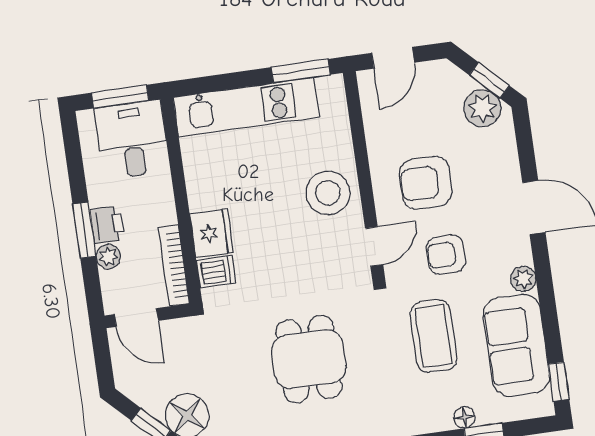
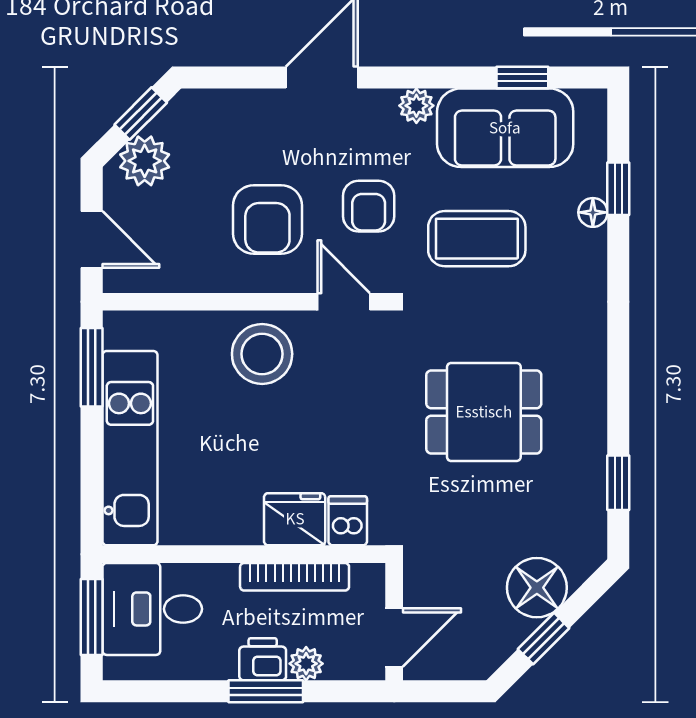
plant: (482, 108) -> (145, 161), moved
bookcase: (174, 266) -> (295, 577), moved
window: (559, 382) -> (522, 78), moved

